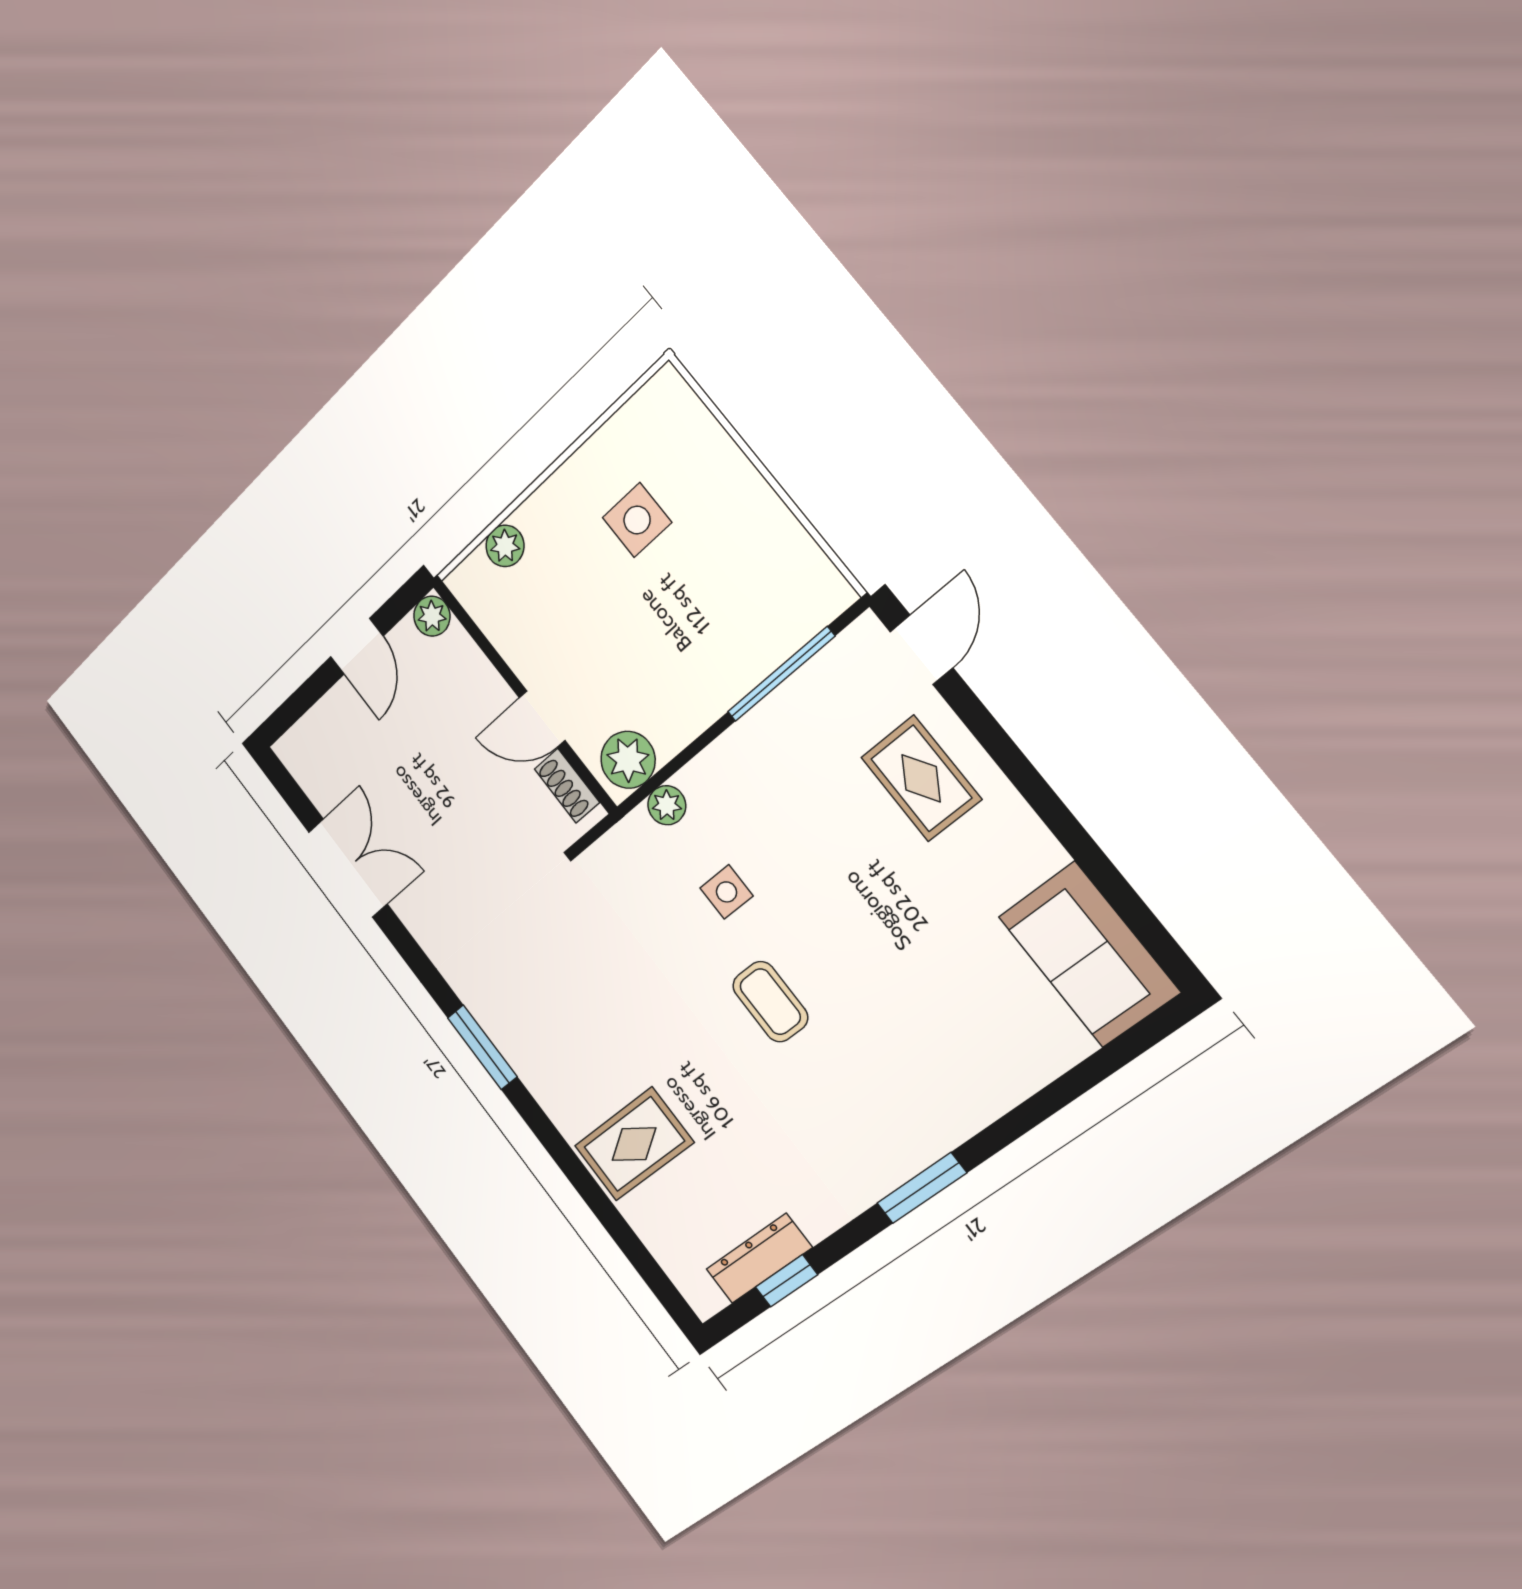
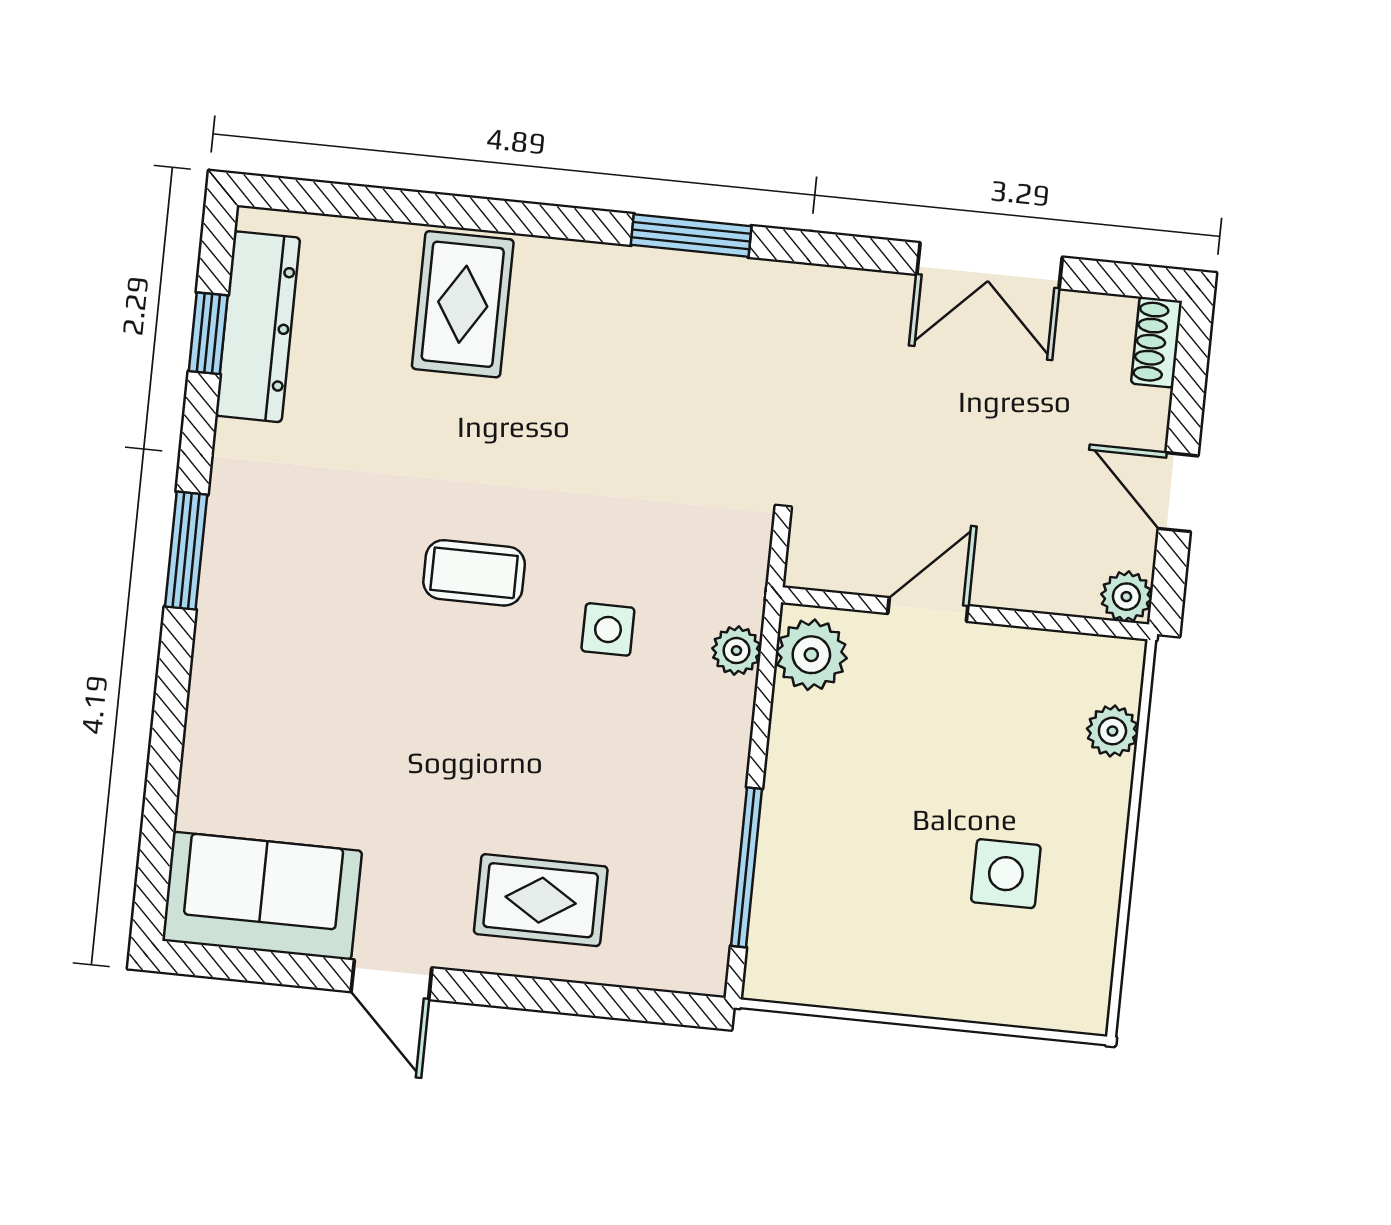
door: (922, 650) -> (391, 980), moved
shoe rack: (567, 786) -> (1156, 342), moved, turned -90
dresser: (759, 1258) -> (258, 327), width x1.37, depth x1.24

